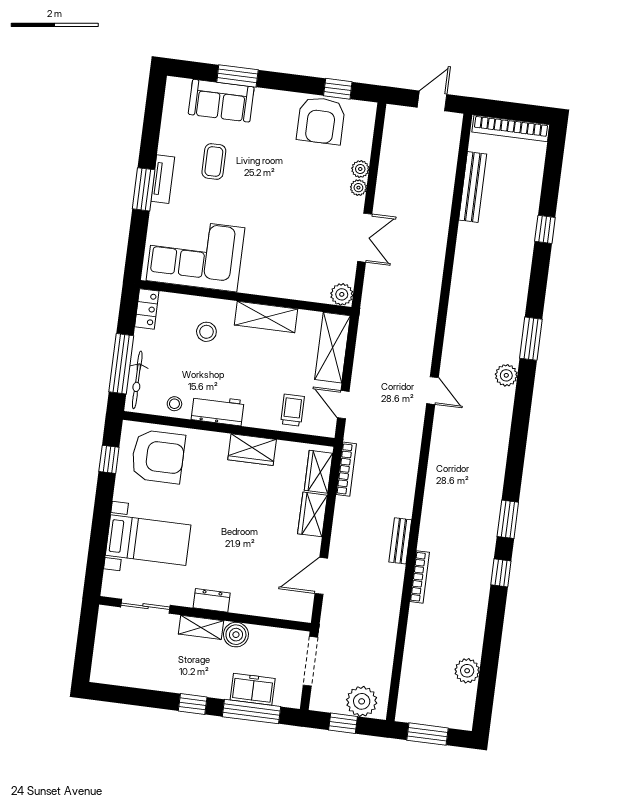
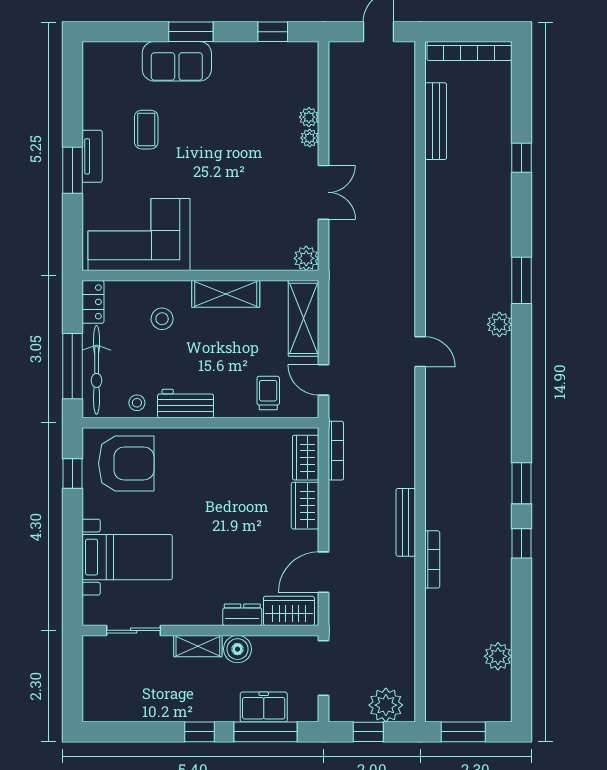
window: (237, 76) -> (191, 32), moved
sofa: (221, 101) -> (177, 61), moved
armchair: (321, 121) -> (259, 69), removed
bicycle: (137, 380) -> (97, 370), width x1.37, depth x1.40
wardrobe: (252, 450) -> (289, 611), moved, turned 180
bench: (400, 541) -> (406, 522), width x1.36
dresser: (212, 600) -> (242, 615), moved

